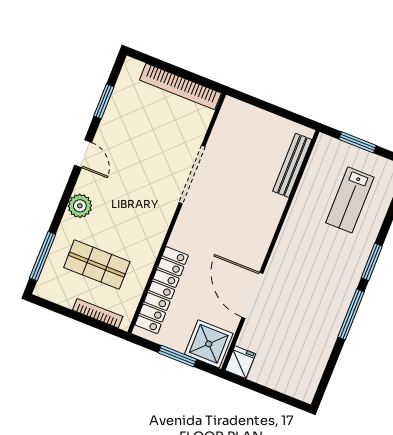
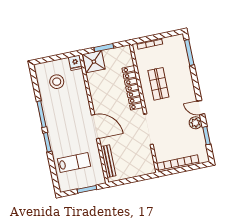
lab bench: (350, 200) -> (74, 163), turned 90
plant: (80, 206) -> (195, 123), moved
shop shelf: (97, 265) -> (158, 84), moved, turned 90
locker: (162, 290) -> (132, 88), moved
door: (252, 295) -> (95, 127), moved
stool: (291, 351) -> (57, 82), added

